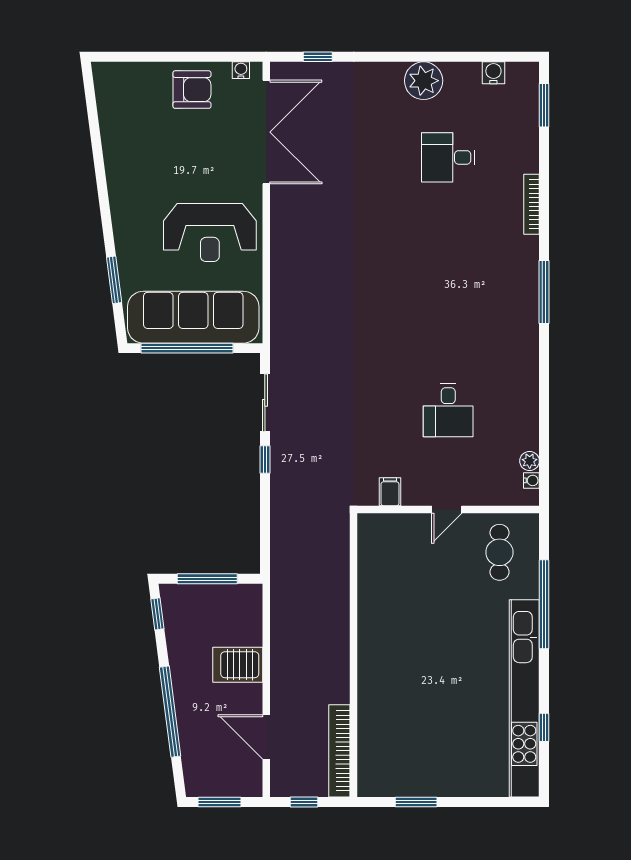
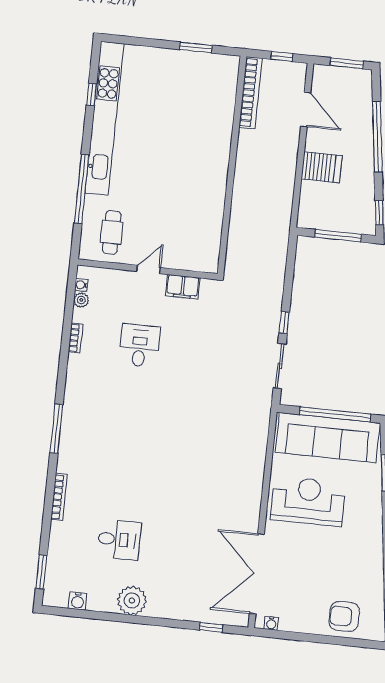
armchair: (192, 90) -> (344, 616), moved
bookcase: (532, 411) -> (76, 338), added
filing cabinet: (390, 492) -> (183, 287), width x2.00

